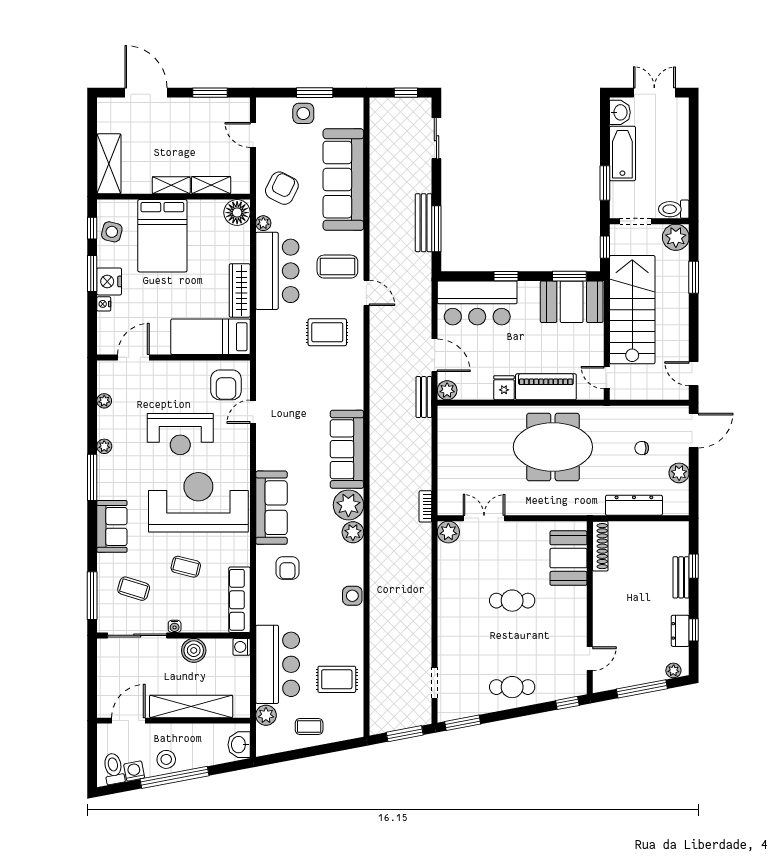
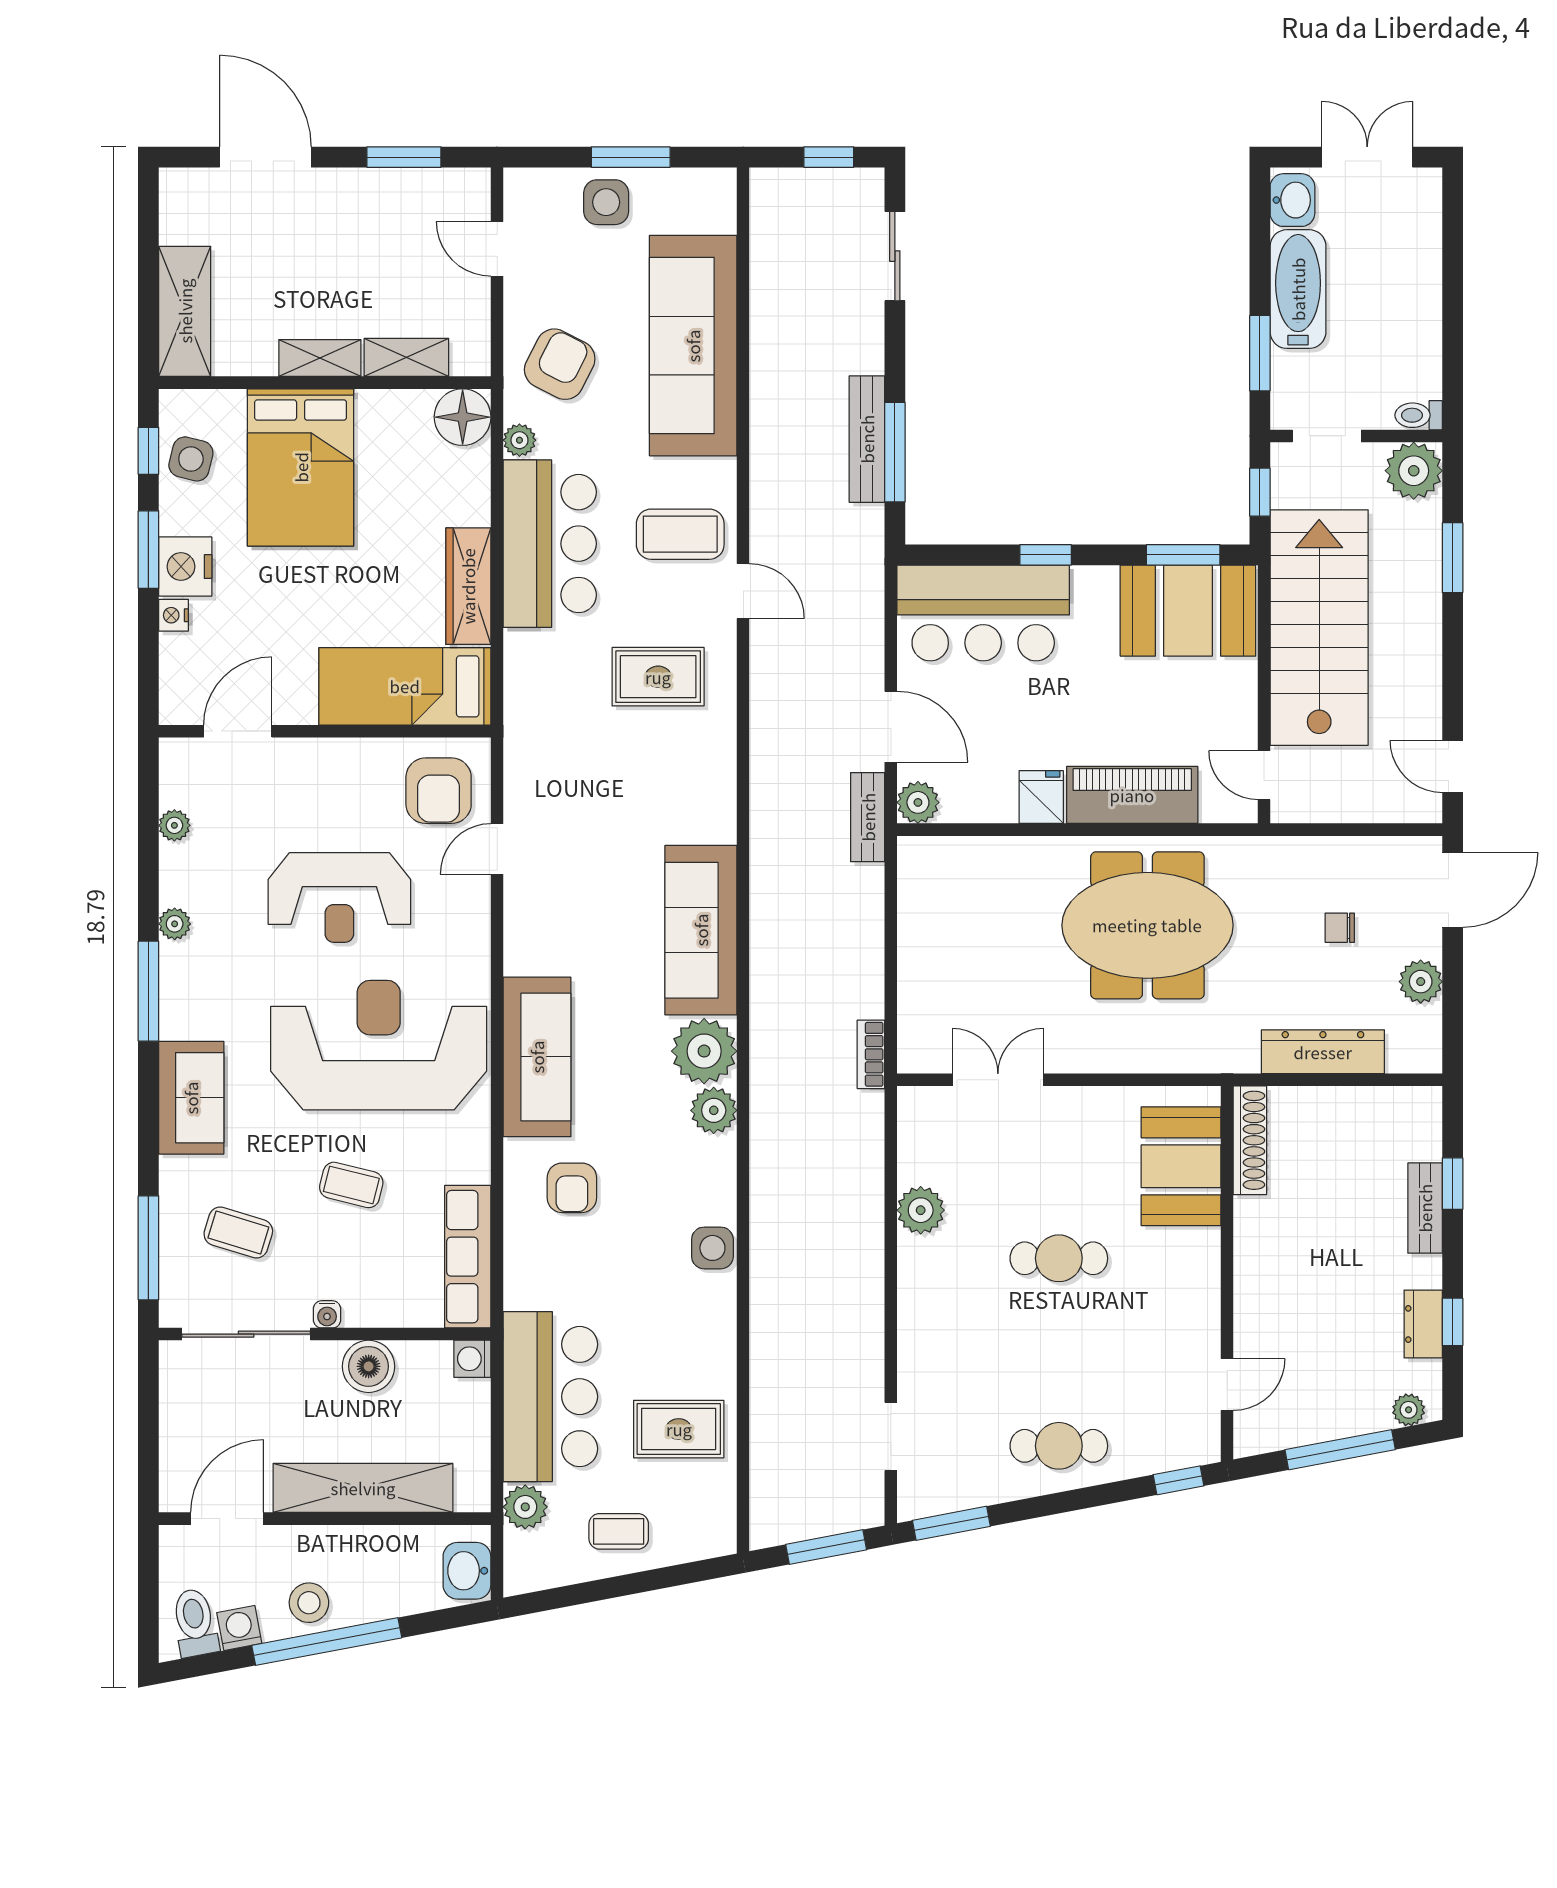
toilet: (674, 209) -> (1419, 415), width x0.73, depth x0.72
plant: (448, 532) -> (921, 1210), moved

